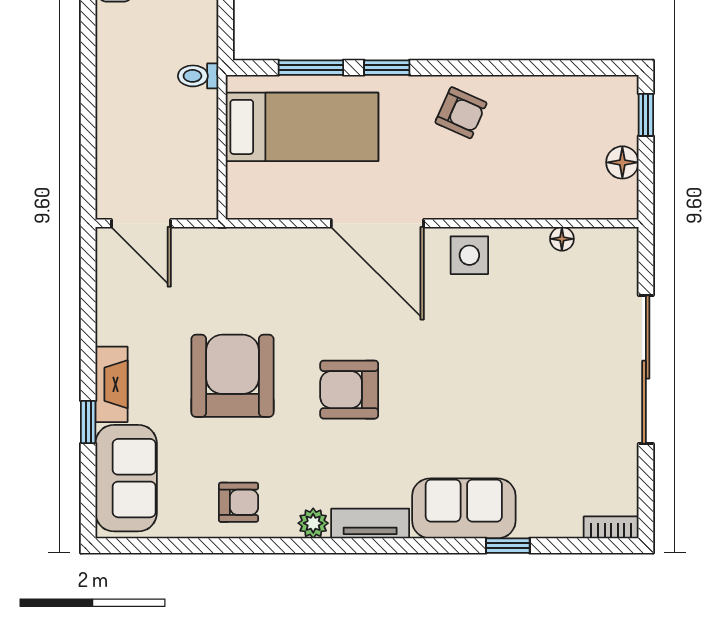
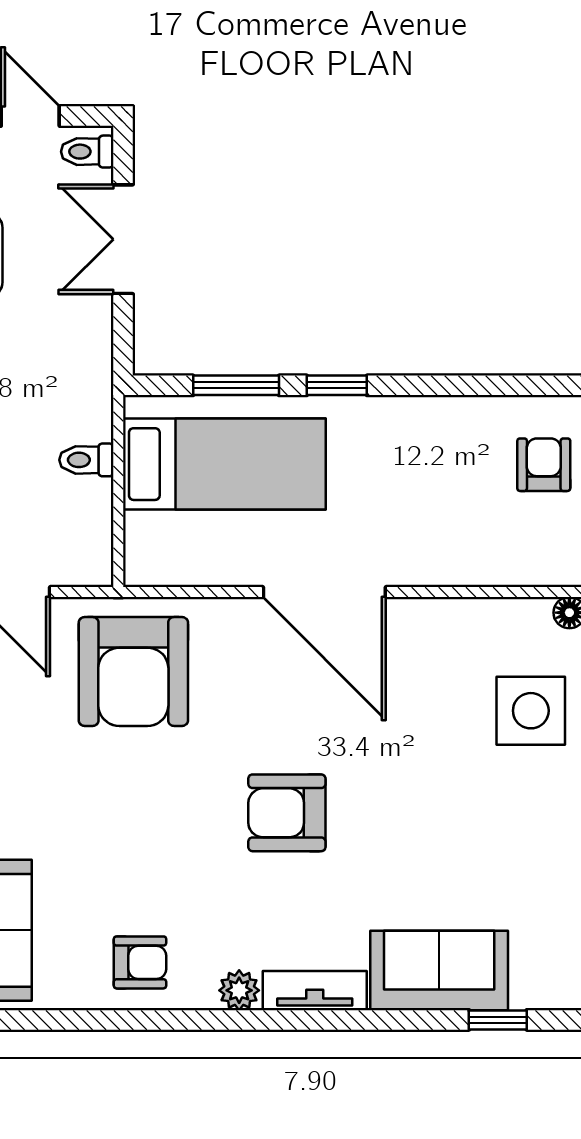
toilet: (198, 76) -> (86, 460), moved
armchair: (461, 113) -> (544, 465), moved, turned -114
side table: (469, 255) -> (531, 711), moved, width x1.37, depth x1.37
armchair: (232, 376) -> (133, 672), moved, turned 180

